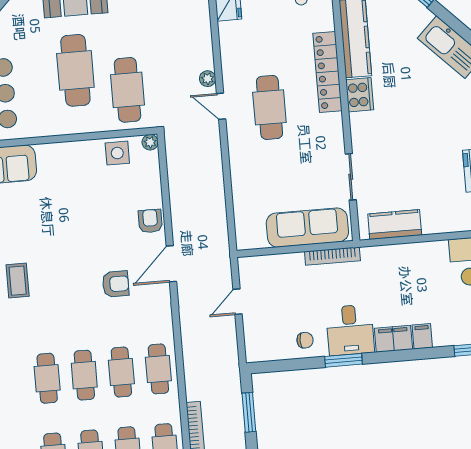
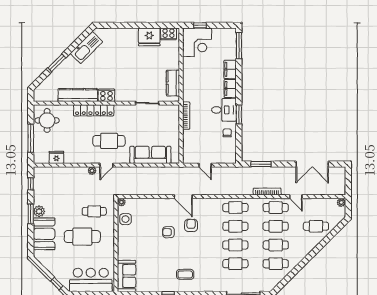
cafe table: (127, 90) -> (94, 211), width x0.73, depth x0.74
armchair: (150, 221) -> (168, 232), moved
sofa: (307, 228) -> (150, 155), moved, turned 90
filing cabinet: (422, 336) -> (230, 69), width x2.00

